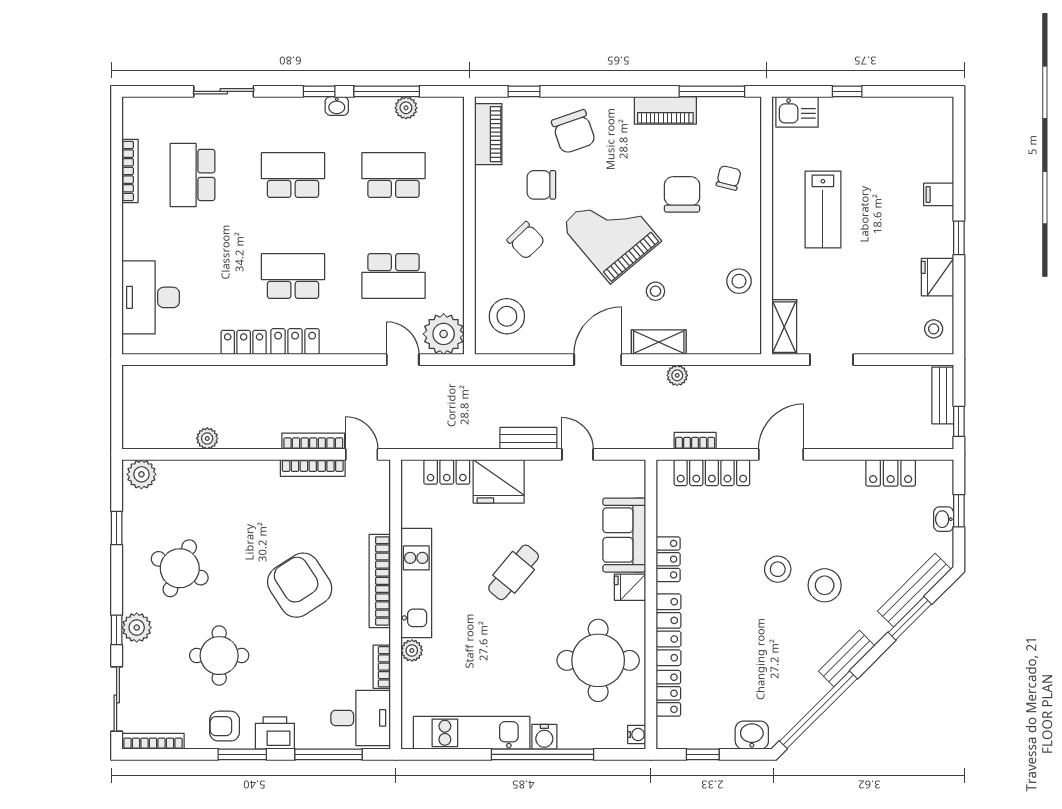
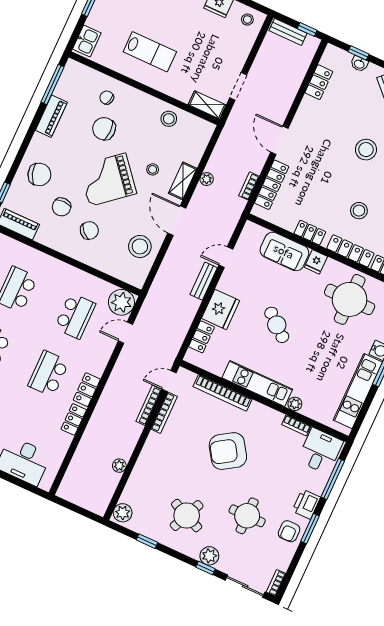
stool: (507, 316) -> (140, 246), moved
stool: (778, 569) -> (359, 211), moved
bookcase: (380, 581) -> (222, 393), moved
bookcase: (153, 741) -> (276, 583), width x0.64

